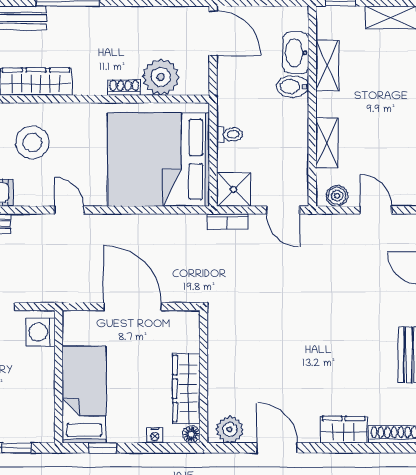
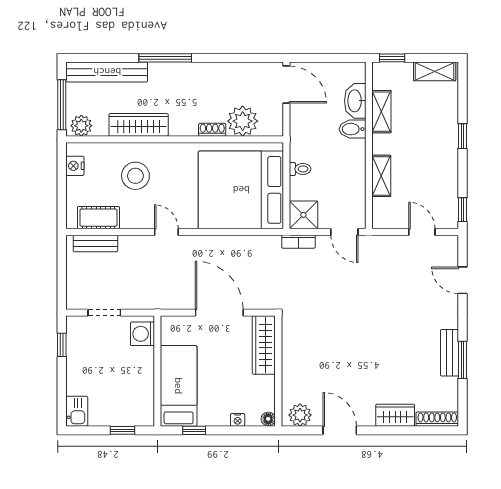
boiler: (337, 196) -> (390, 220), removed
wardrobe: (186, 389) -> (264, 345), moved

